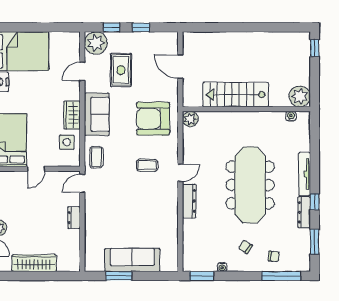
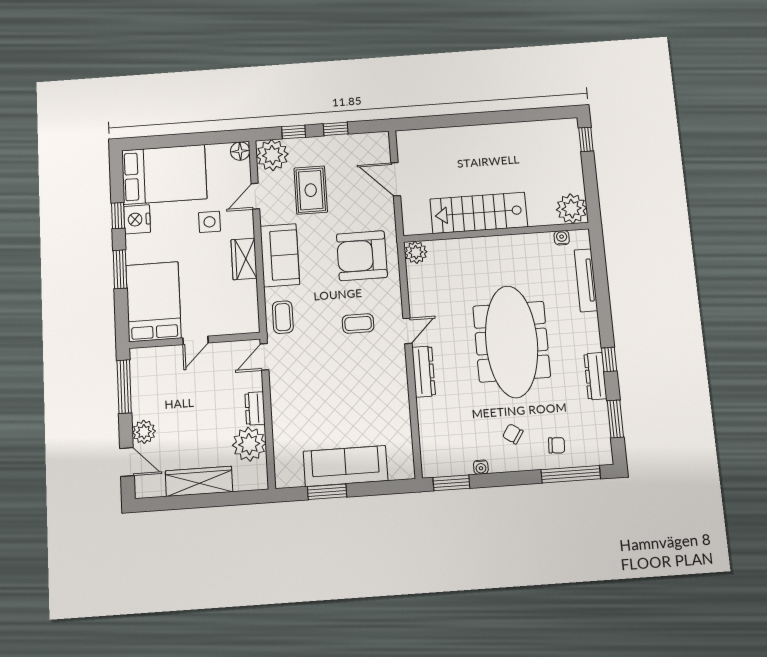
floor lamp: (74, 38) -> (240, 151), added
side table: (67, 142) -> (209, 222), moved
tv unit: (304, 174) -> (586, 280), moved
plant: (69, 241) -> (249, 444), added

